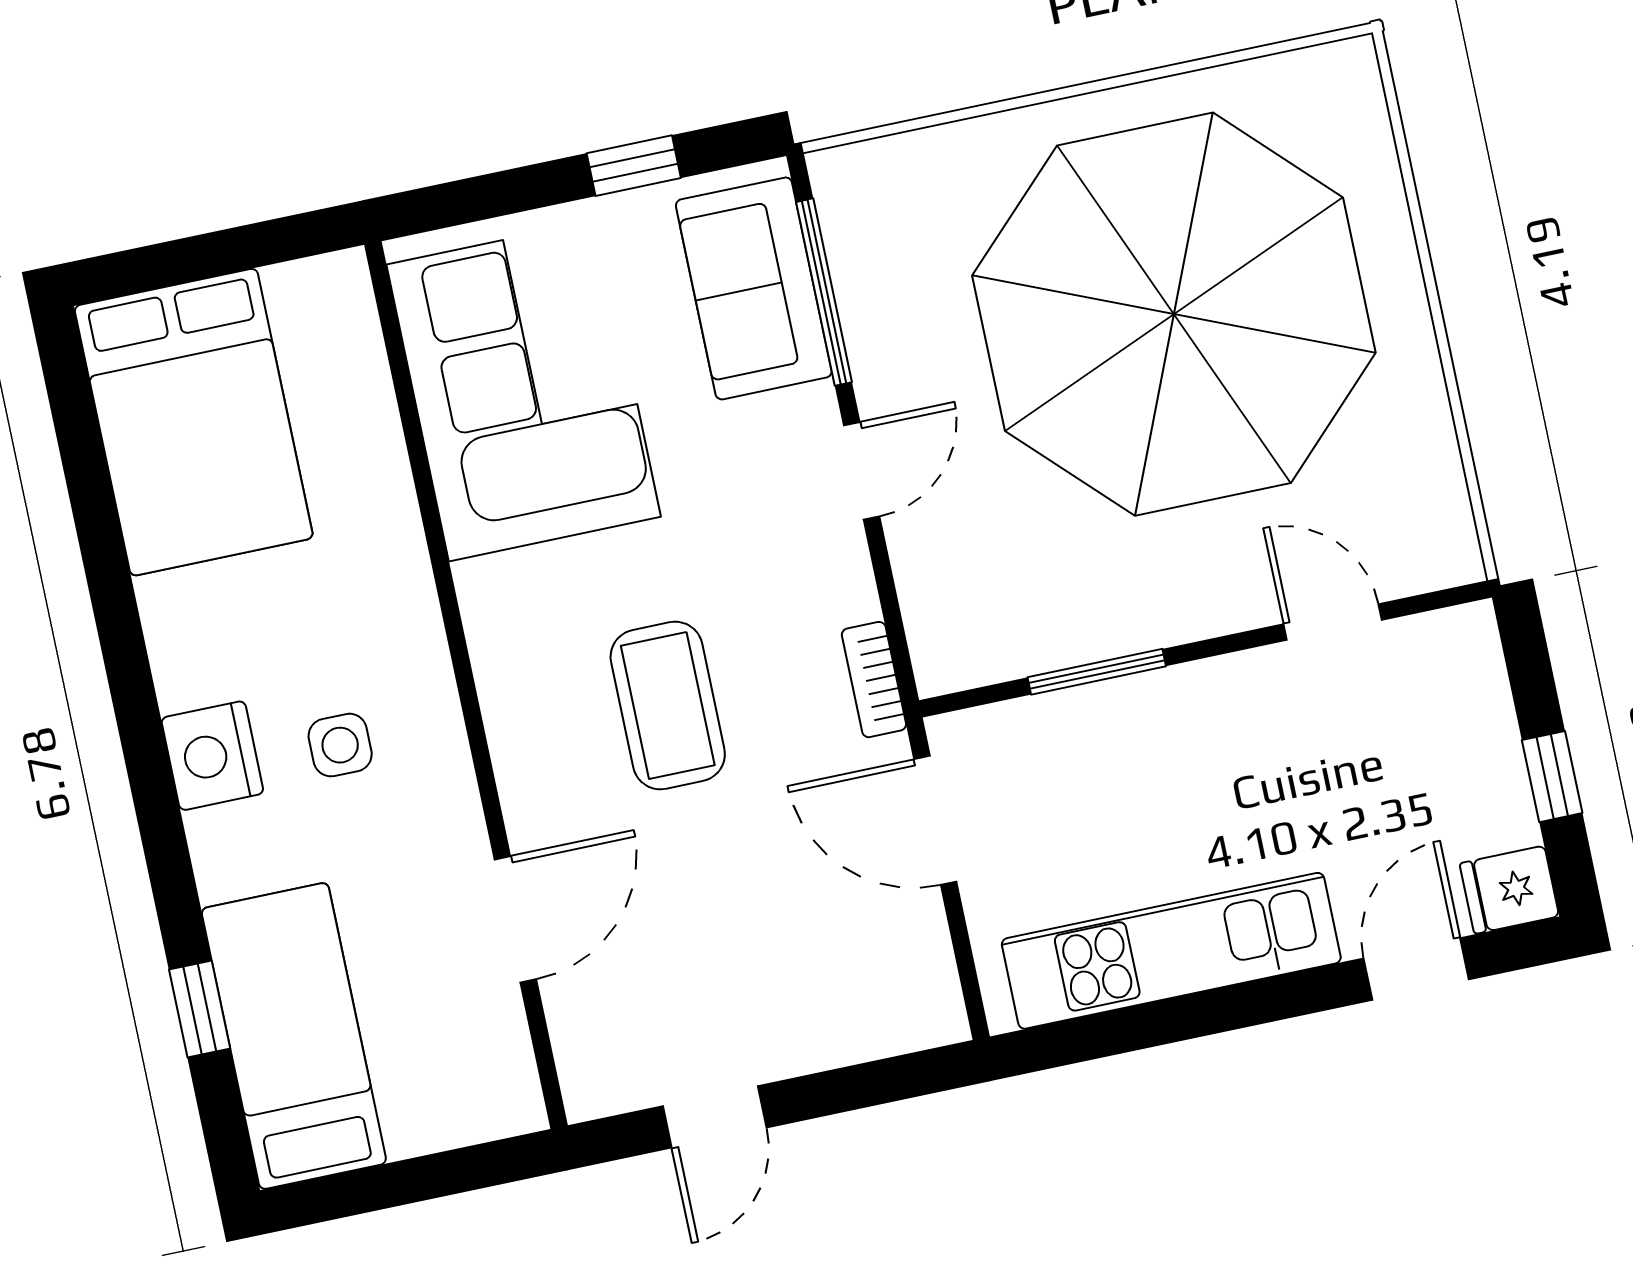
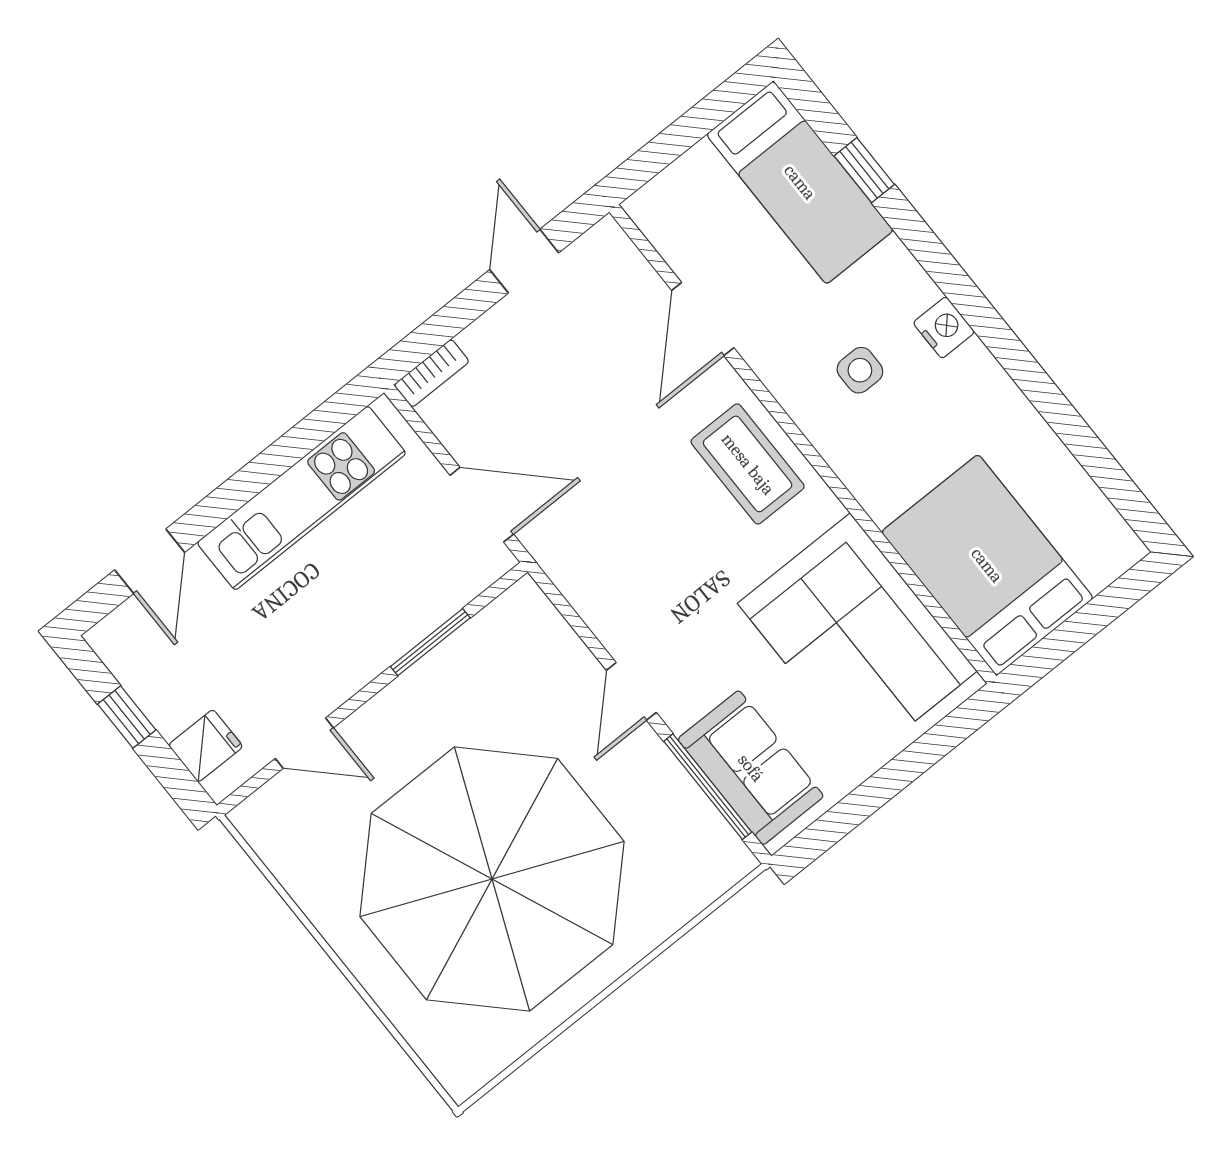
window: (634, 166) -> (859, 805), removed
bed: (194, 422) -> (987, 565), moved
bookcase: (874, 680) -> (432, 373), moved, turned 90
coffee table: (668, 706) -> (748, 464), moved
nightstand: (212, 756) -> (944, 327), width x0.74, depth x0.75
fridge: (1509, 890) -> (206, 746), moved

